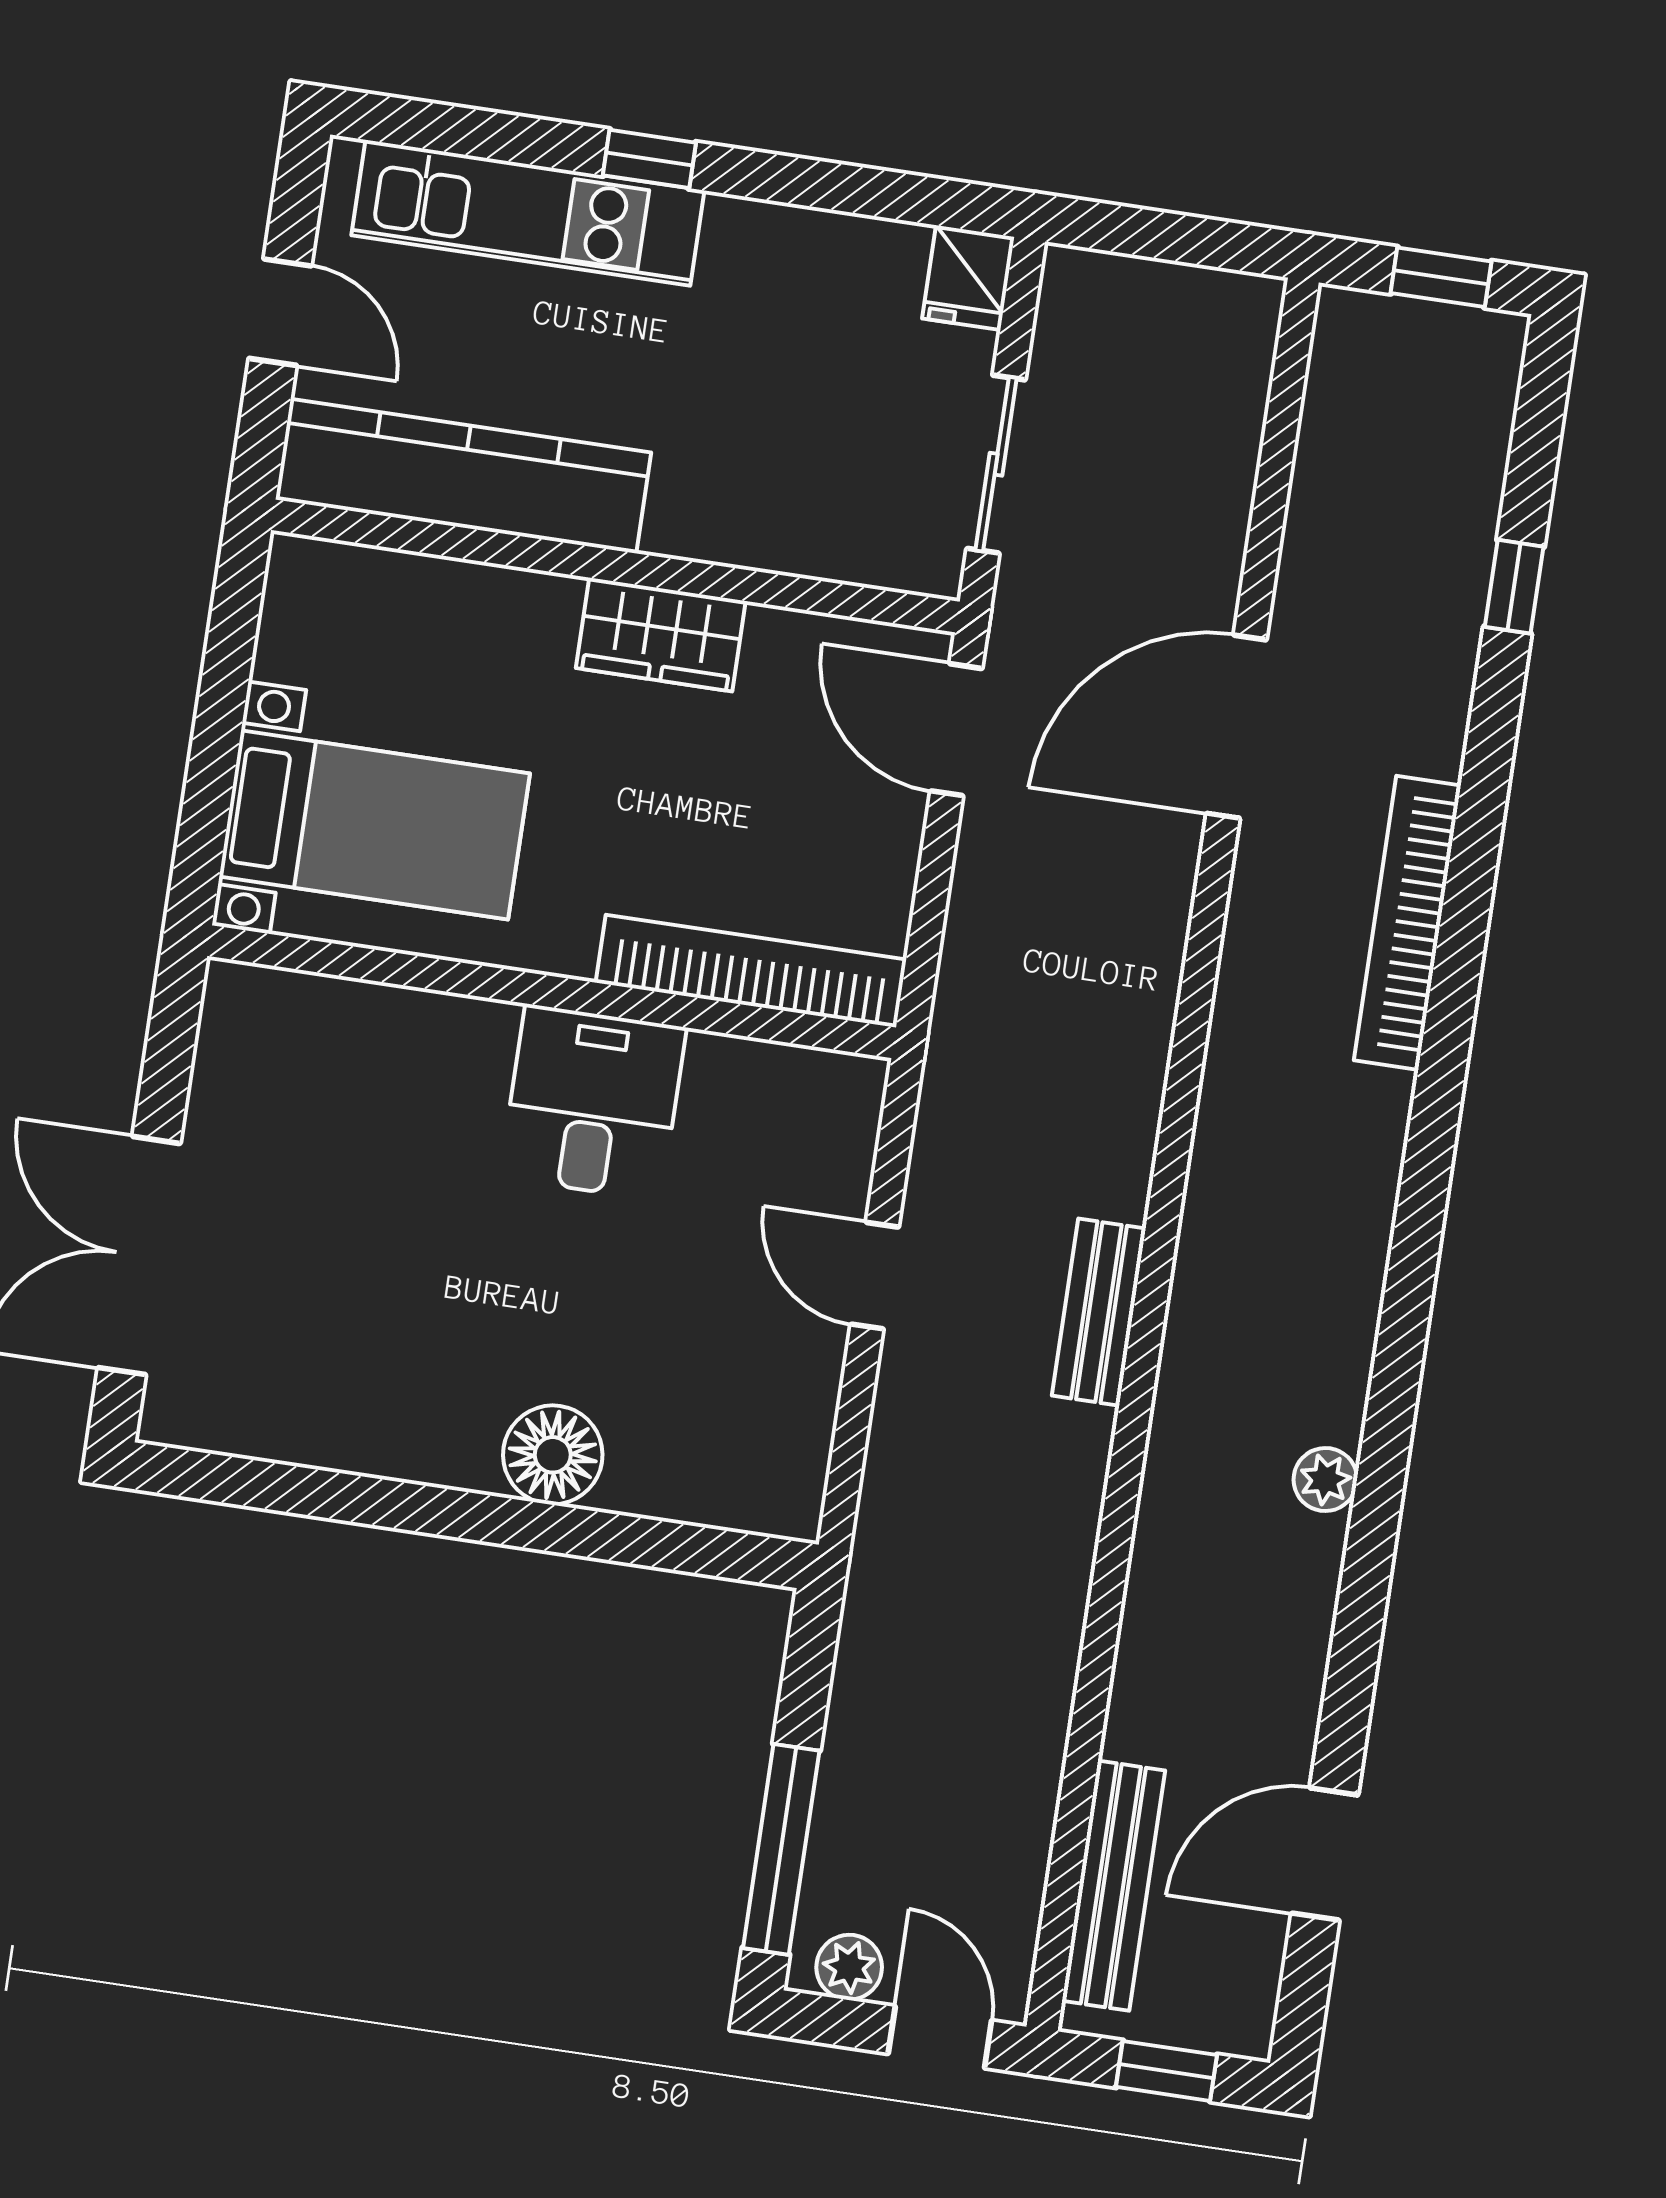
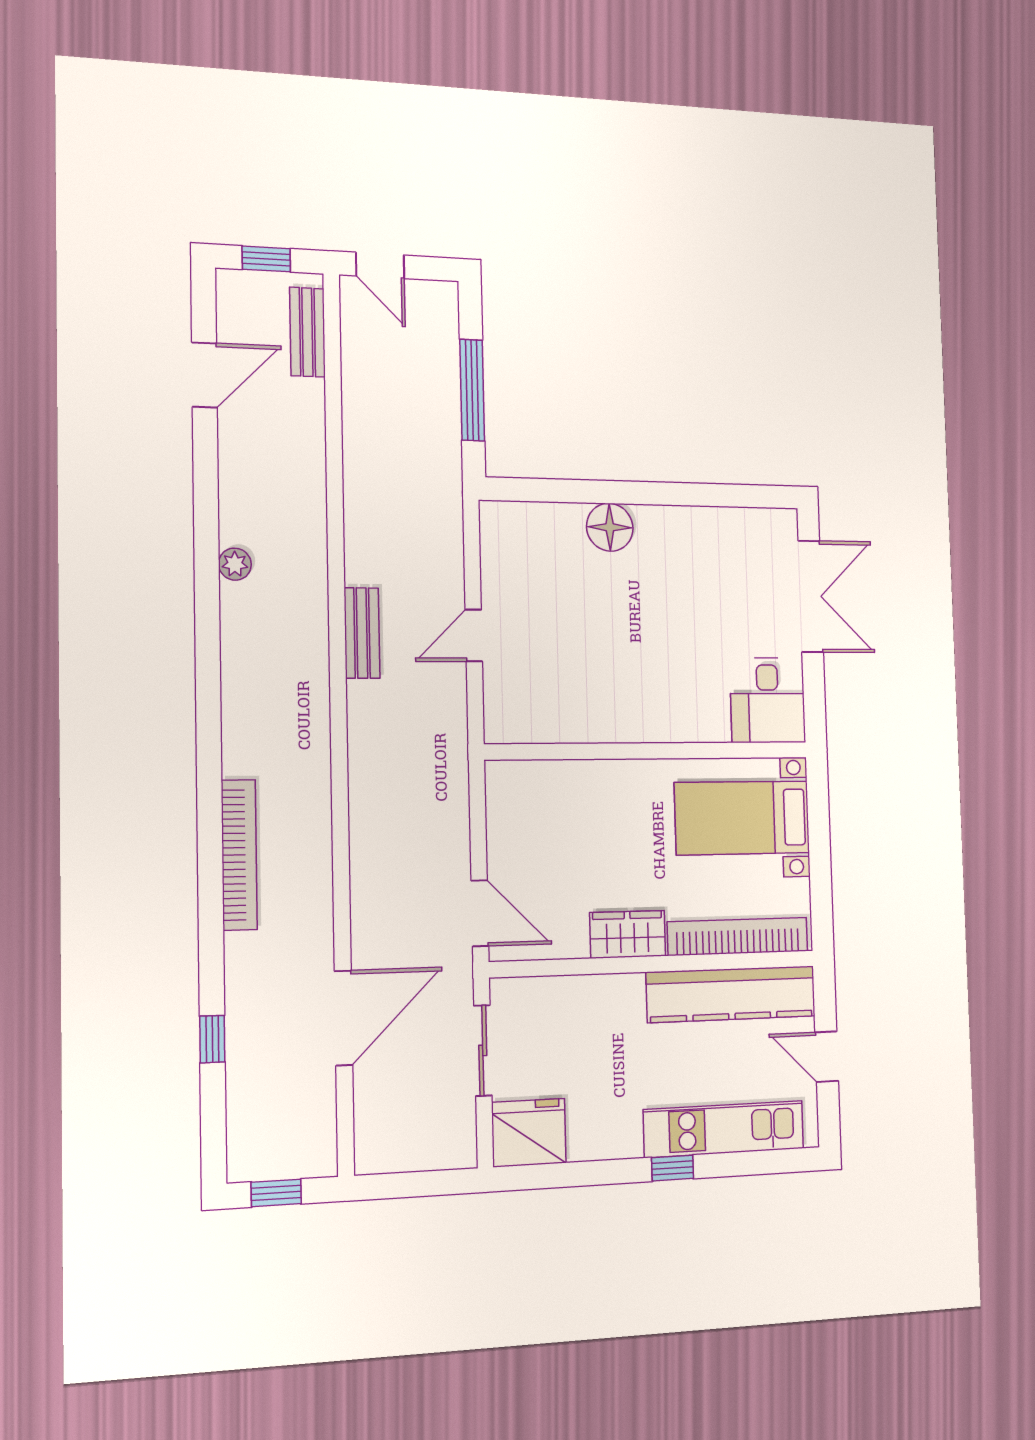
fridge: (968, 278) -> (529, 1133), width x1.88, depth x1.34
door: (1237, 727) -> (344, 1018), moved
bookcase: (751, 971) -> (738, 936), moved, turned 180
desk: (593, 1102) -> (768, 700), moved
door: (875, 1276) -> (474, 635), swing flipped
window: (781, 1849) -> (472, 390), moved
bench: (1113, 1886) -> (307, 332), width x0.73
plant: (849, 1967) -> (429, 295), removed

